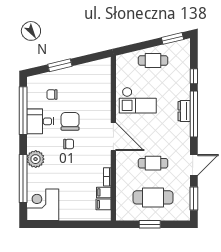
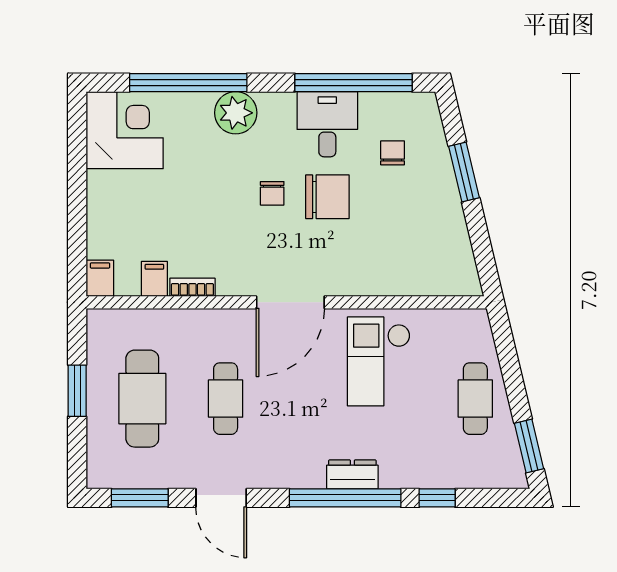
filing cabinet: (103, 204) -> (100, 278), moved

